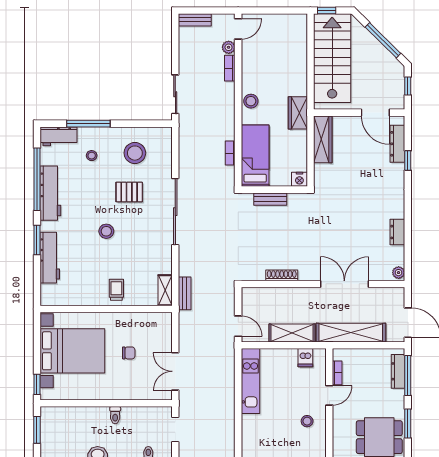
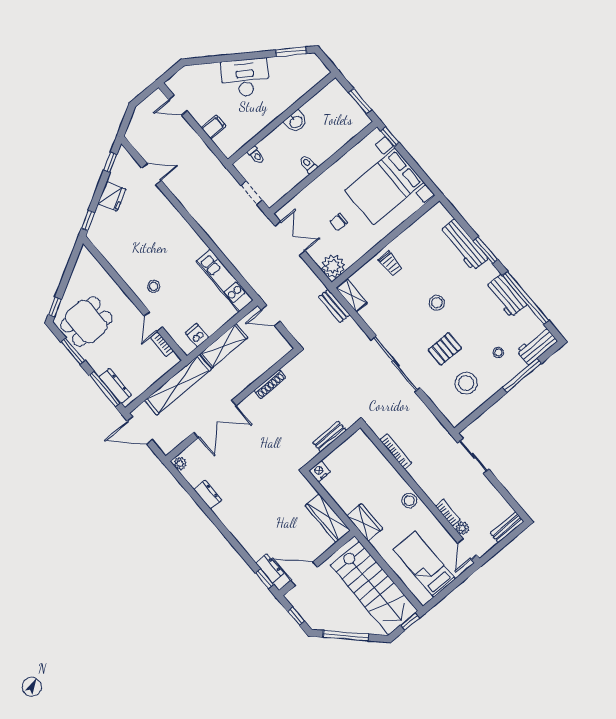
dresser: (397, 144) -> (270, 568), width x0.70
bookcase: (230, 153) -> (396, 451), width x1.56
bed: (255, 156) -> (424, 564), moved, turned 180
window: (408, 160) -> (265, 579), moved
workbench: (50, 193) -> (506, 296), width x0.73
plant: (161, 324) -> (333, 266), added

